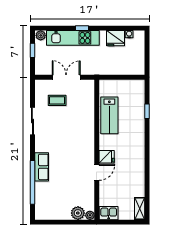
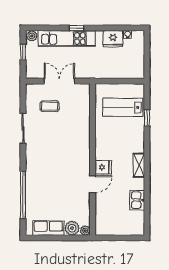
lab bench: (109, 115) -> (123, 107), moved, turned 90
row of seats: (42, 167) -> (48, 228), moved, turned -90
shelving: (140, 209) -> (139, 165), moved
kitchen sink: (109, 213) -> (137, 200), moved, turned -90

